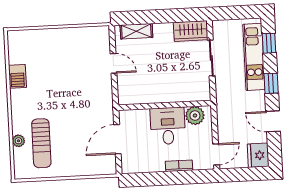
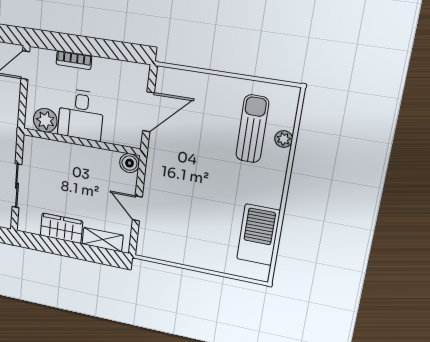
wardrobe: (191, 31) -> (61, 228), moved
barbecue: (17, 76) -> (258, 235), width x1.88, depth x1.53
boiler: (125, 97) -> (129, 163), added

